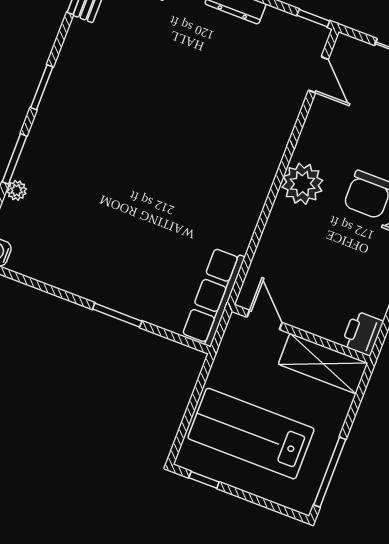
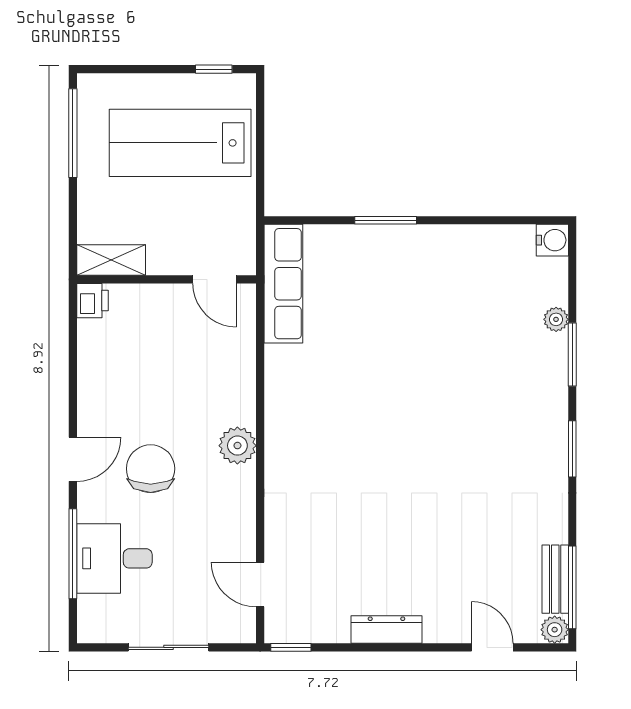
plant: (302, 184) -> (237, 446), width x0.73, depth x0.73
printer: (362, 333) -> (92, 301), width x0.73, depth x0.81
shelving: (323, 364) -> (111, 260), width x0.67, depth x0.75
lab bench: (251, 434) -> (180, 143), turned 180

